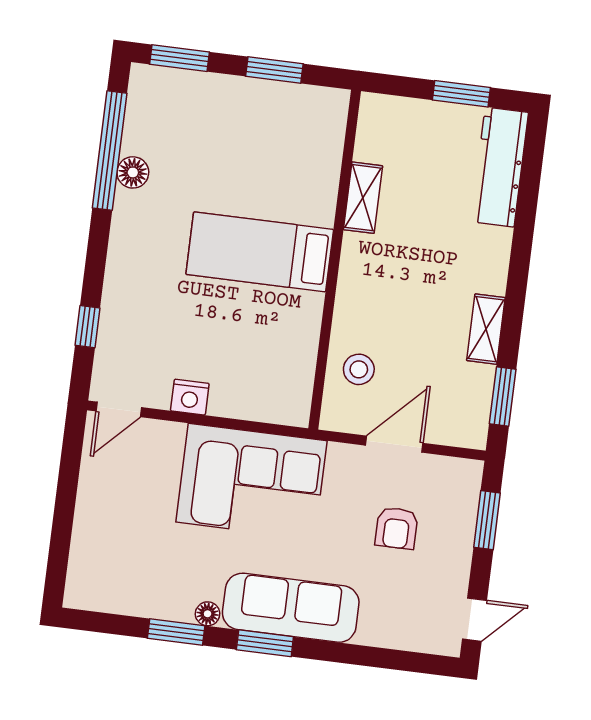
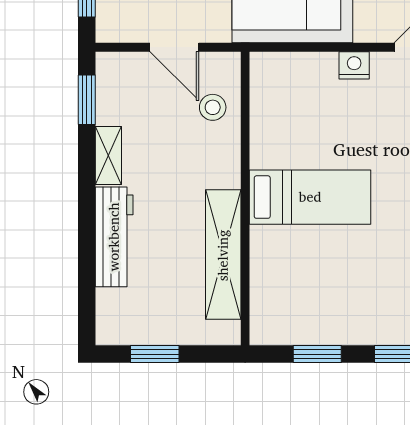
workbench: (500, 167) -> (114, 237), moved
shelving: (363, 198) -> (223, 255), width x2.20, depth x1.33
door: (394, 444) -> (174, 47), hinge flipped

